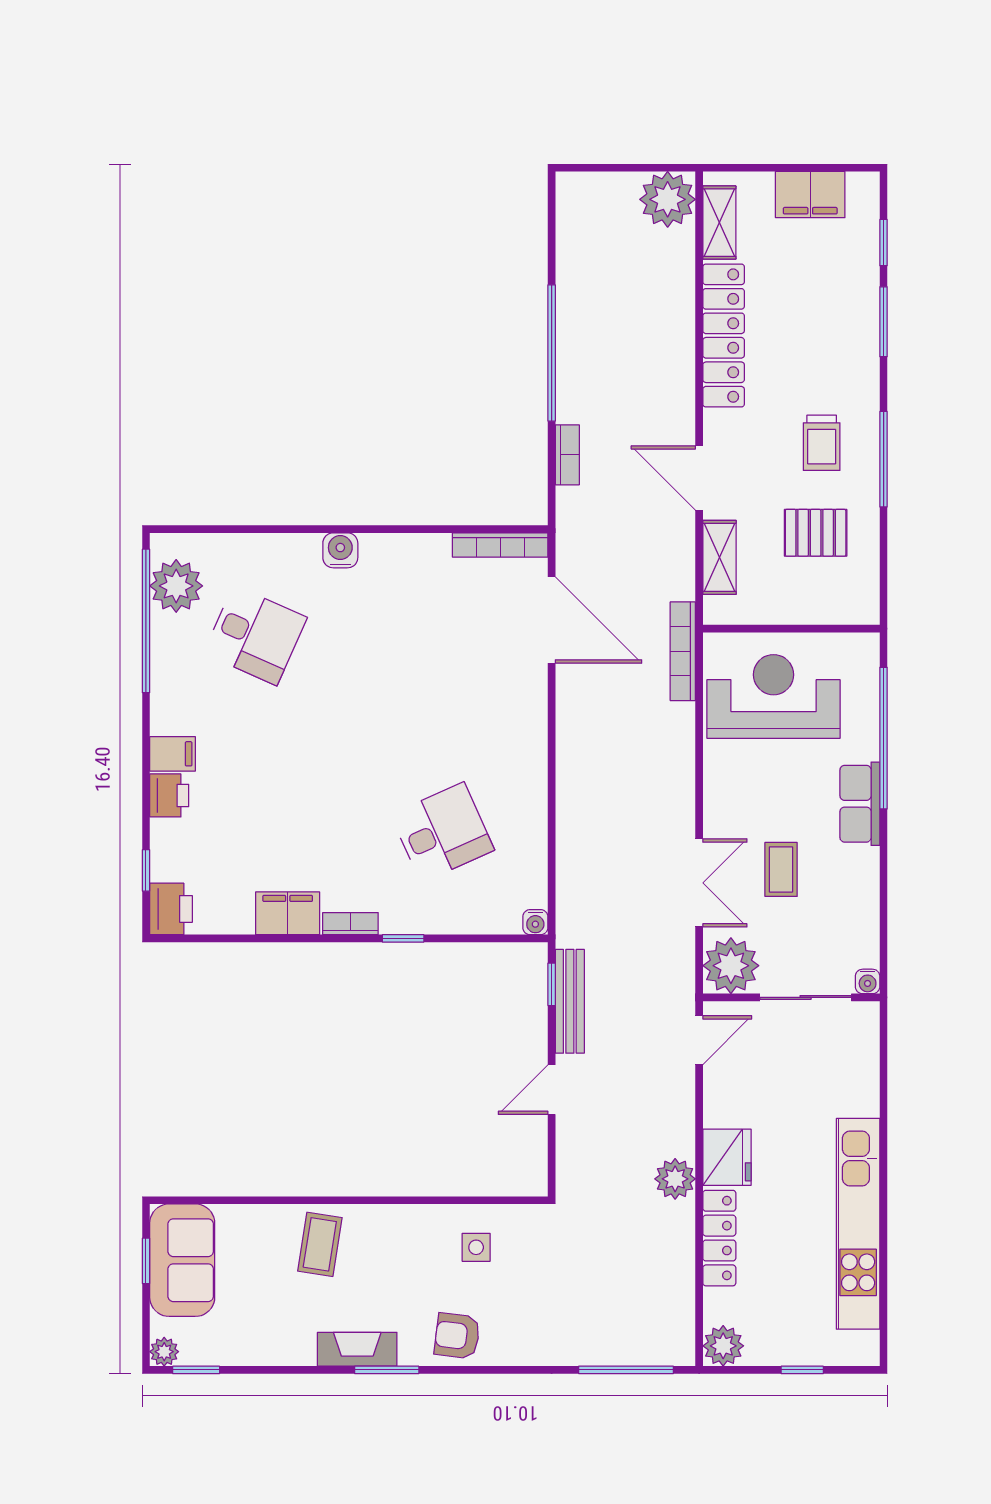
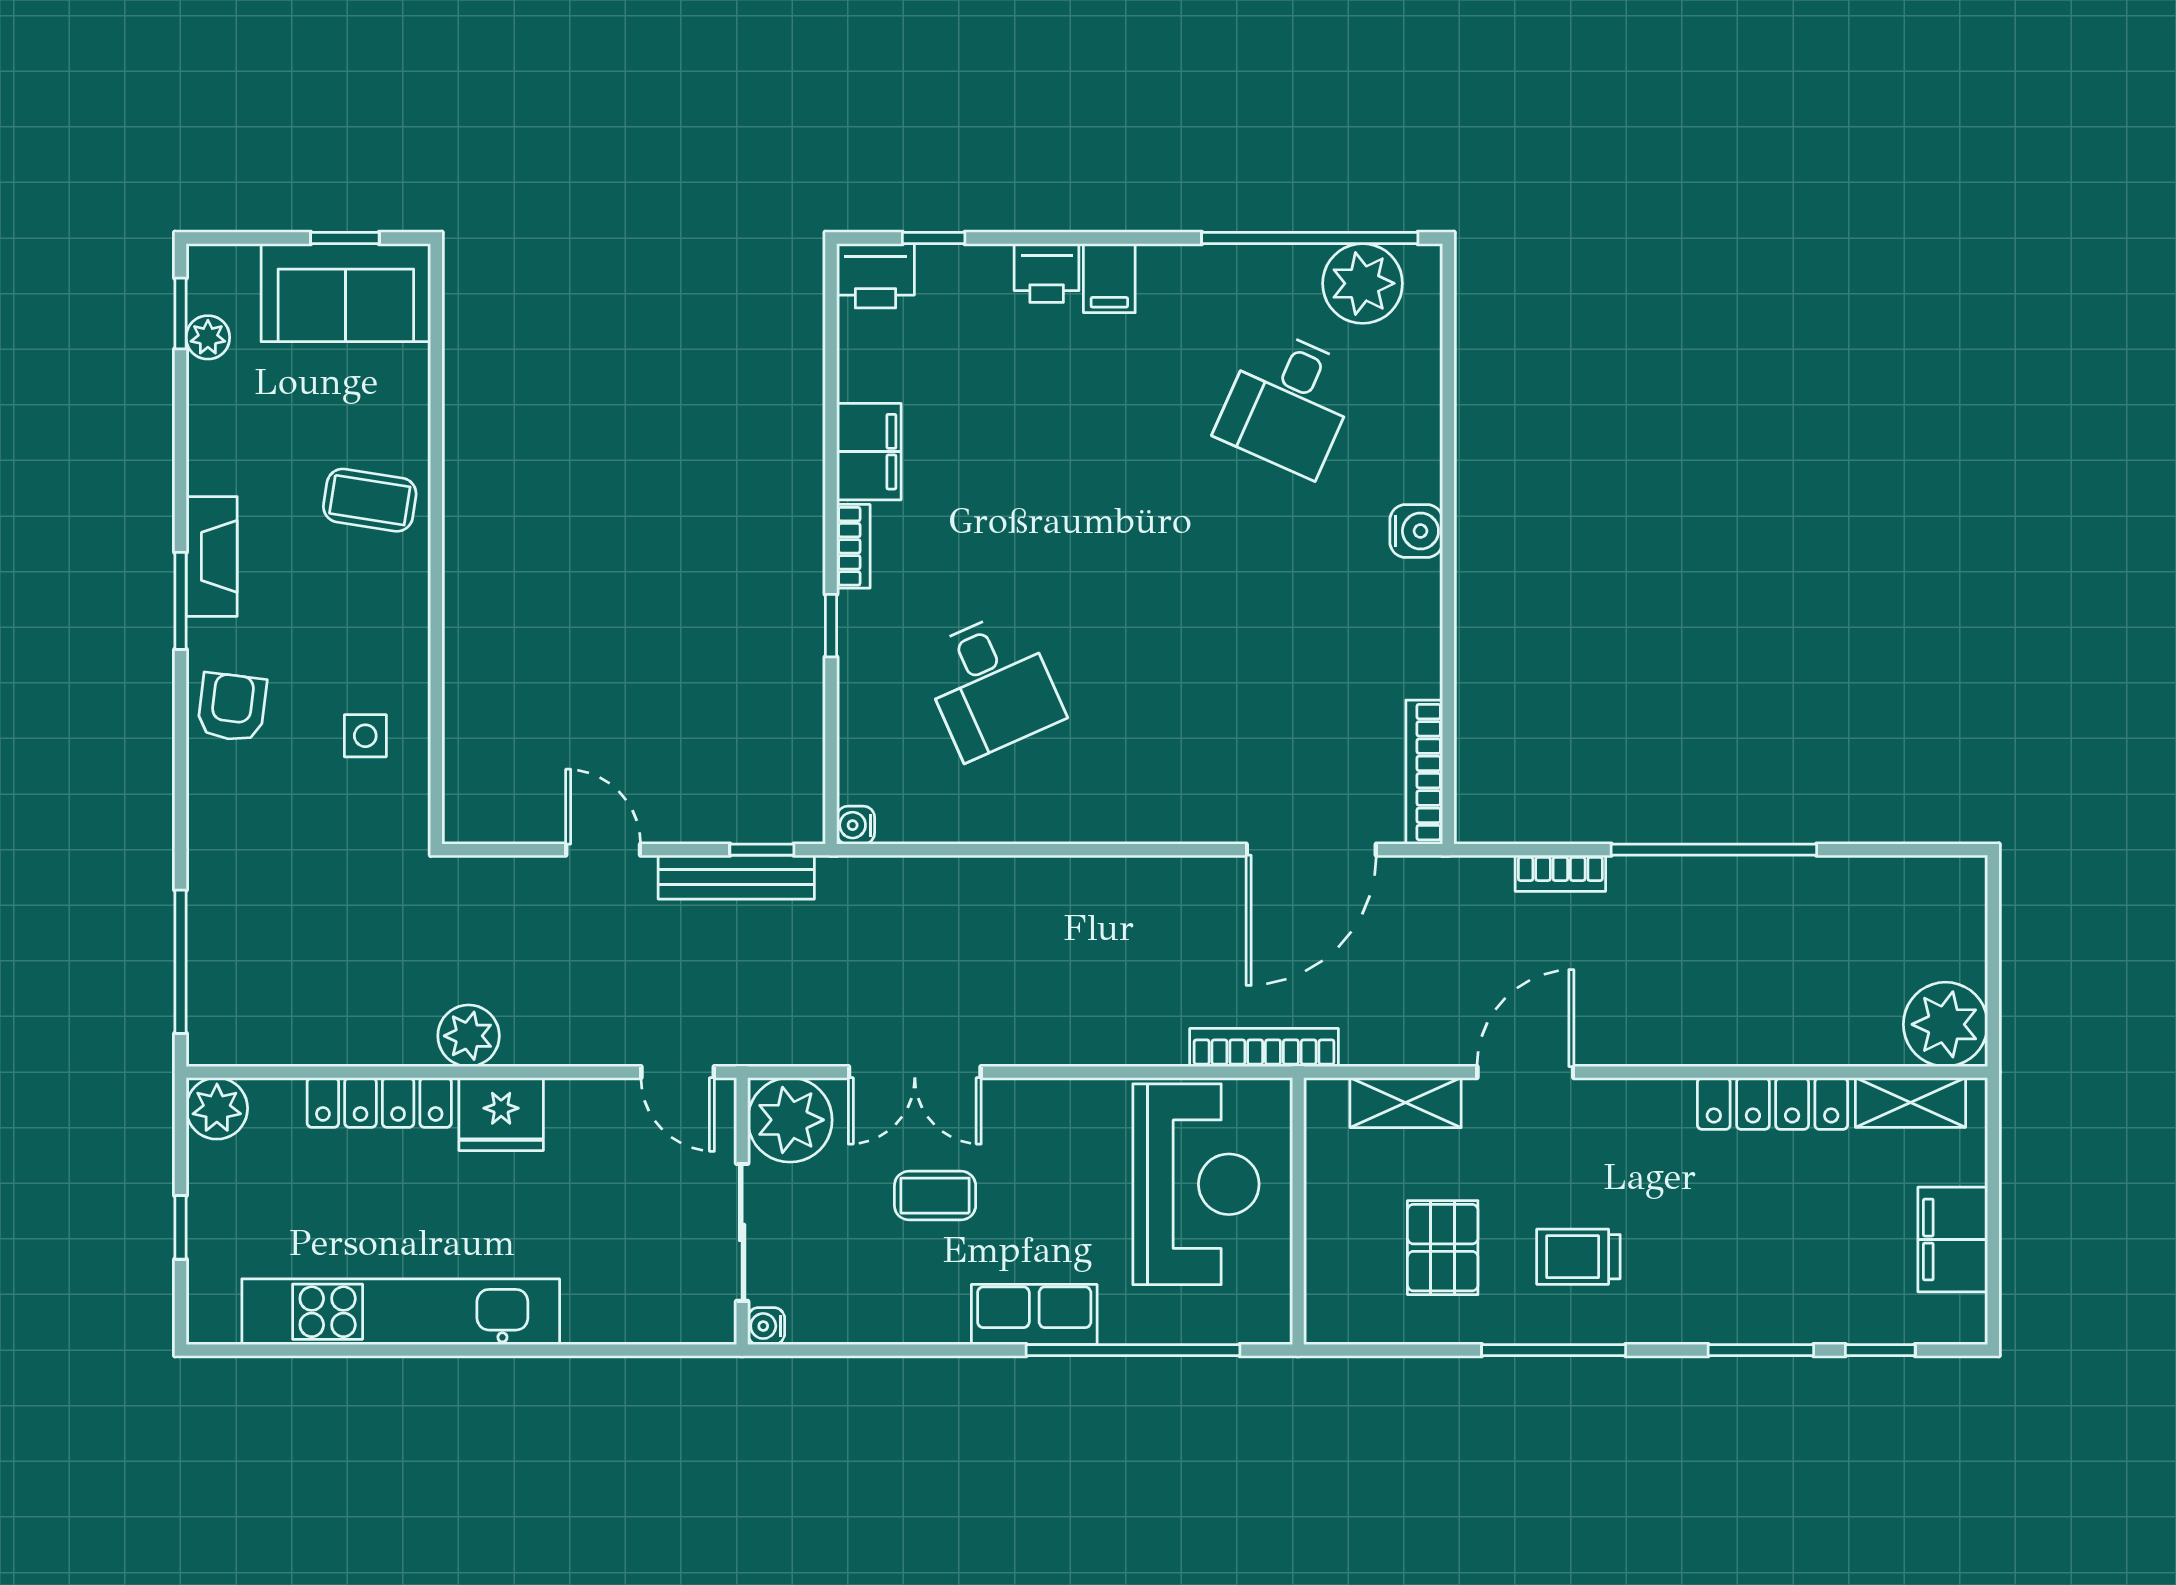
locker: (724, 336) -> (1773, 1104), width x0.71, depth x0.83
plant: (164, 1352) -> (208, 337), moved

